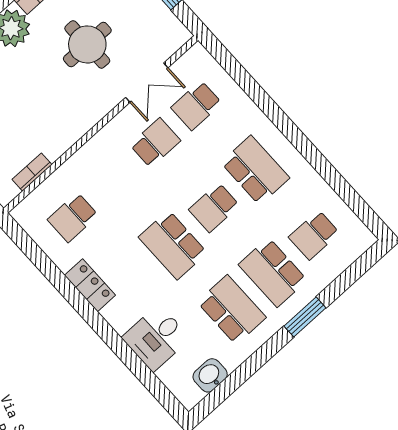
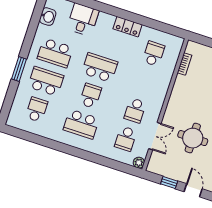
plant: (197, 55) -> (139, 163), added
double door: (147, 83) -> (155, 136), swing flipped
school desk: (196, 105) -> (126, 139), turned 180

